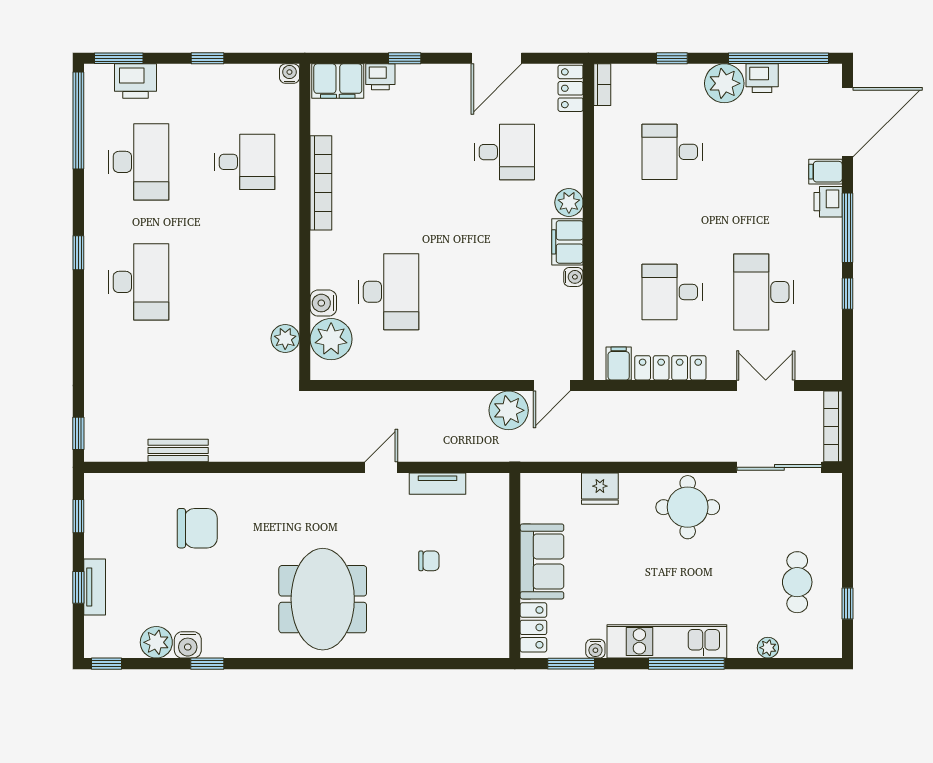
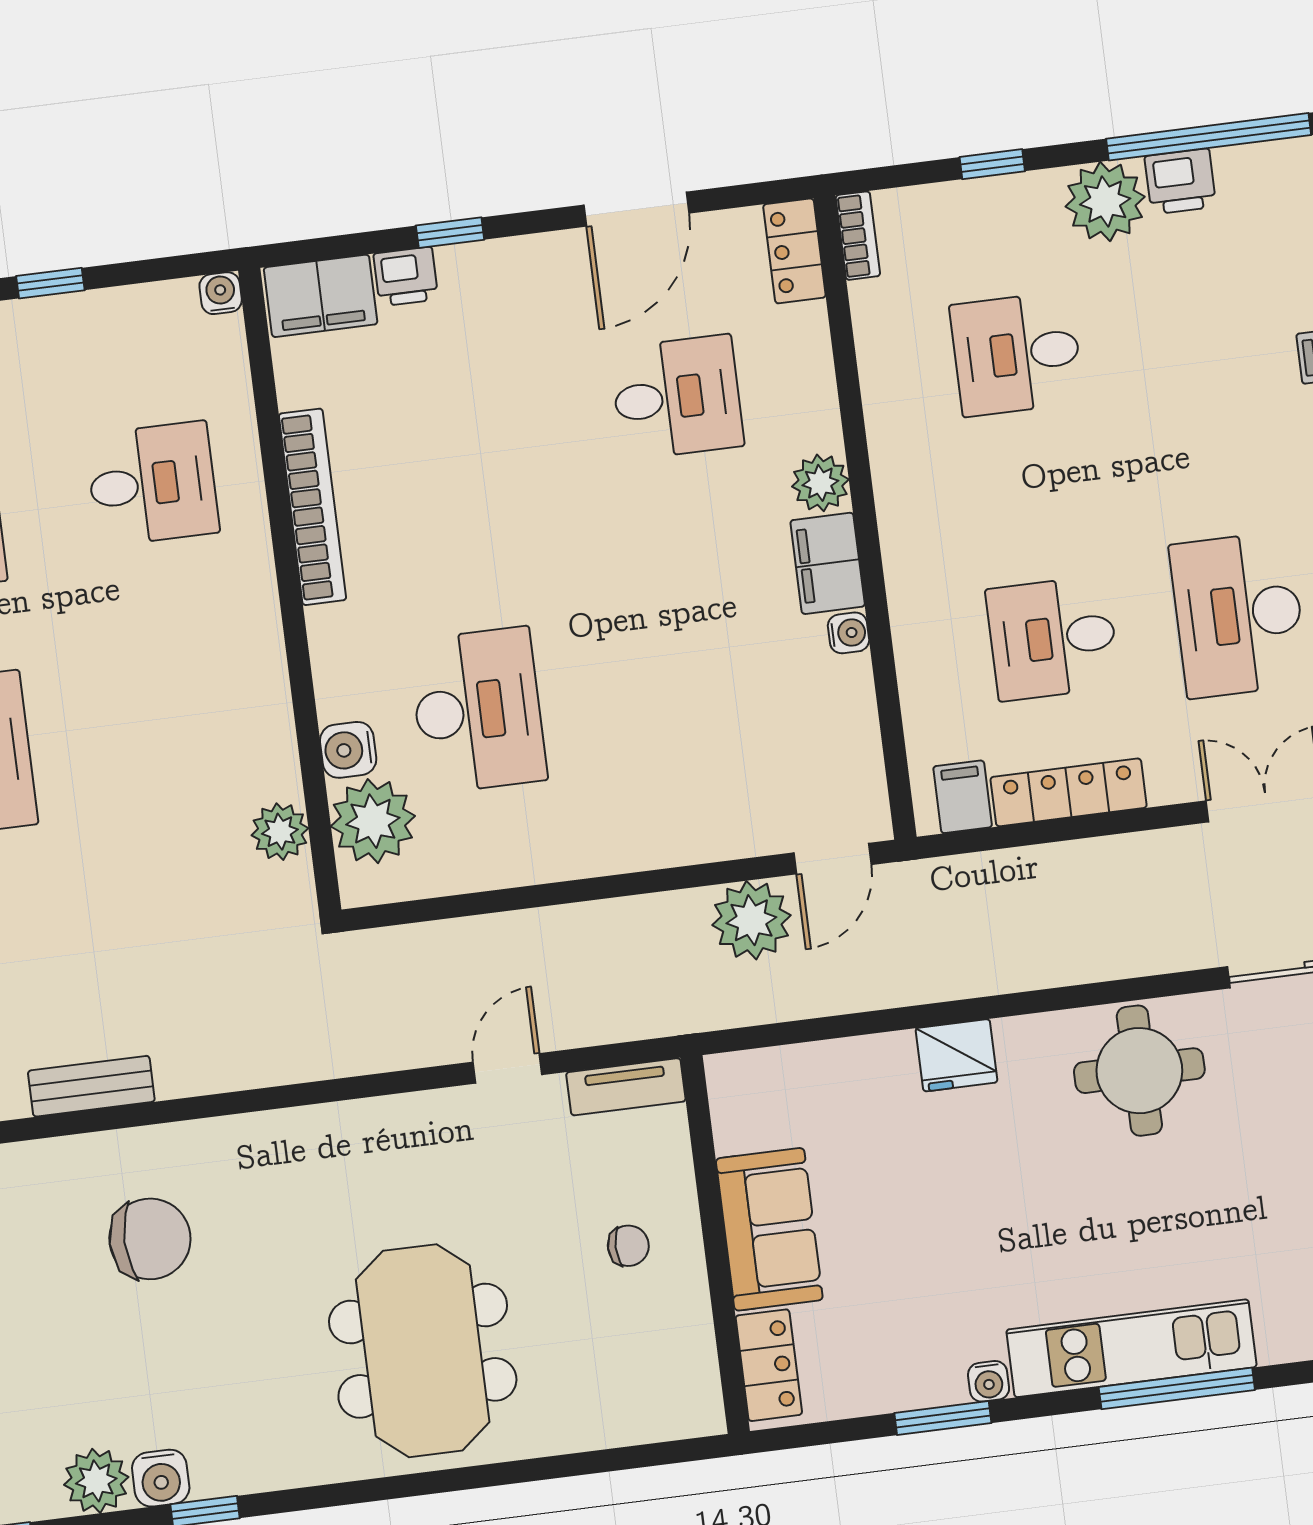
sofa: (542, 561) -> (769, 1229), moved
wall: (515, 566) -> (715, 1244), moved
locker: (533, 627) -> (769, 1365), moved

